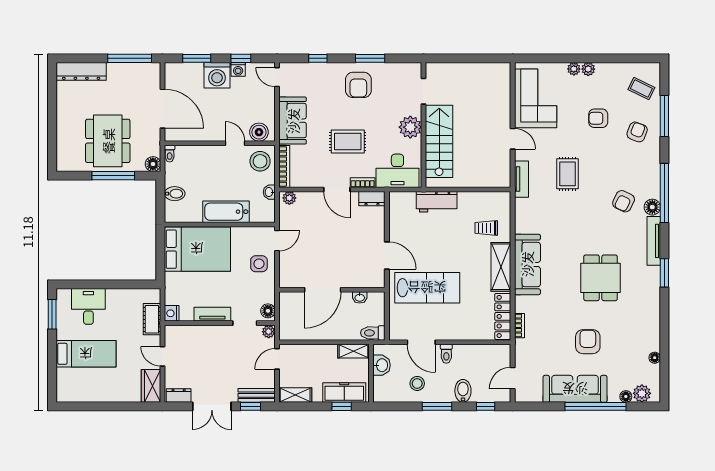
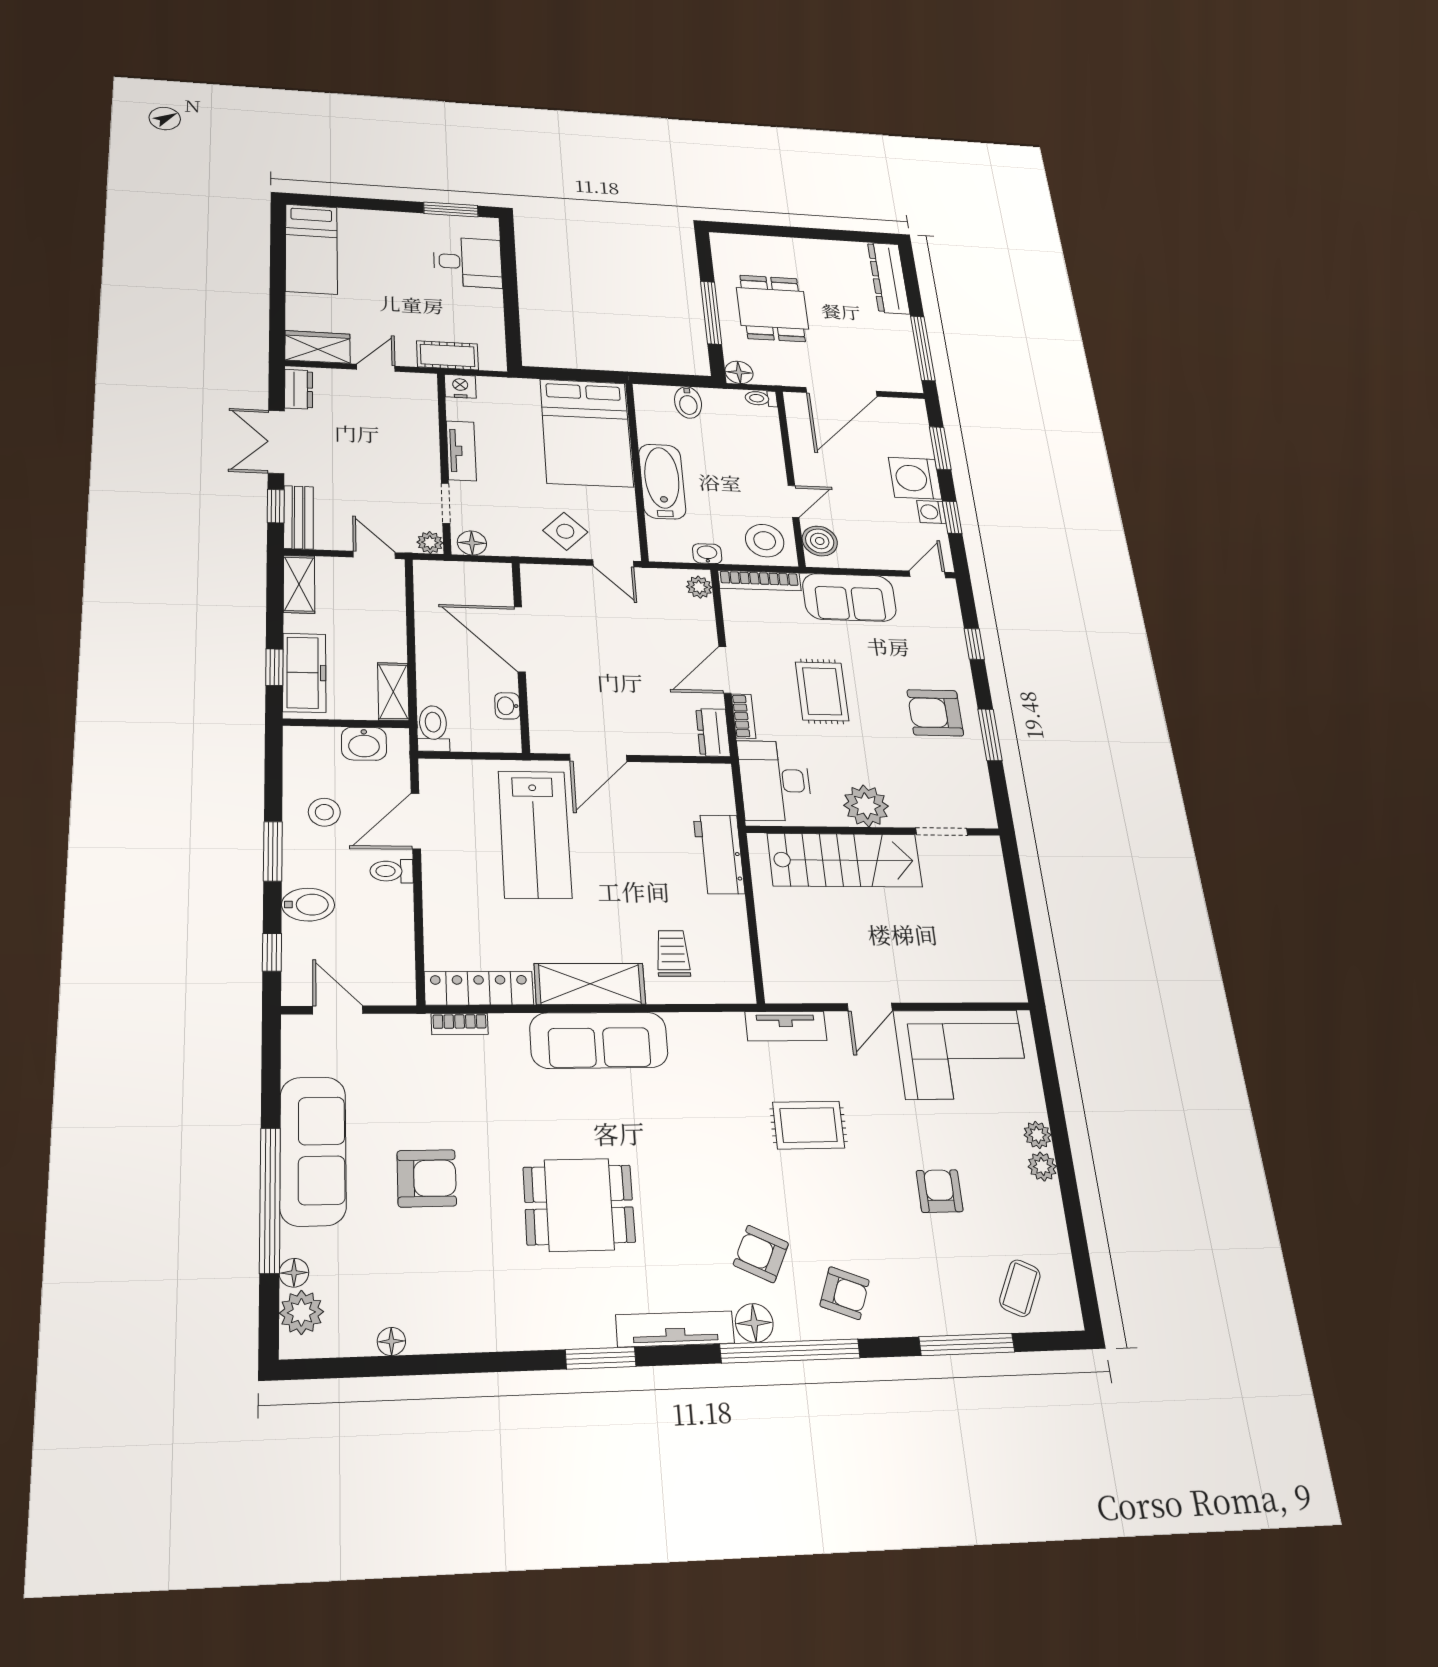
armchair: (637, 132) -> (845, 1293), moved
dining table: (108, 141) -> (772, 308), width x0.73
side table: (259, 264) -> (565, 531), turned 45
bed: (86, 354) -> (311, 249), moved

